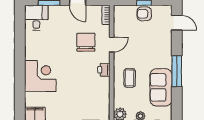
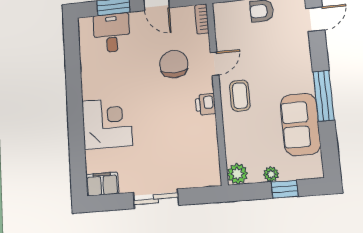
desk: (36, 18) -> (112, 33), moved
door: (177, 23) -> (315, 19), hinge flipped
coffee table: (130, 78) -> (240, 96), moved

